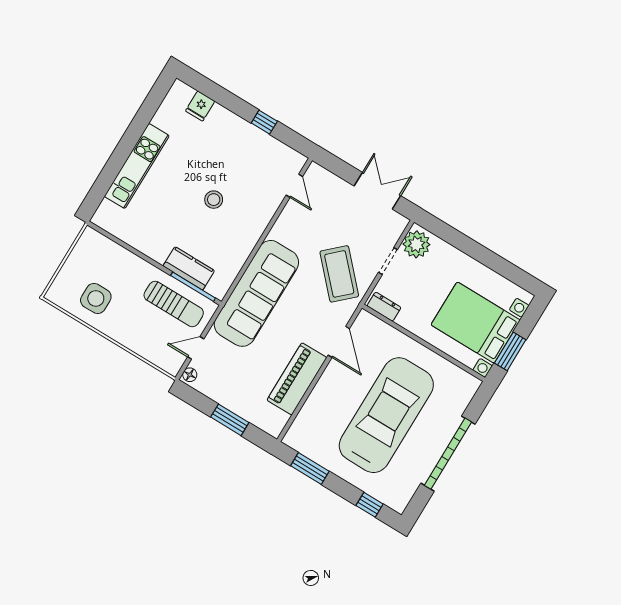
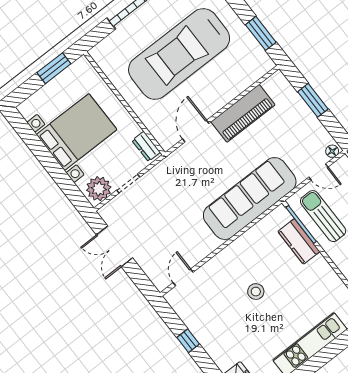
coffee table: (339, 274) -> (174, 188), removed
bed with nightstands: (476, 322) -> (77, 132), moved, turned -90

